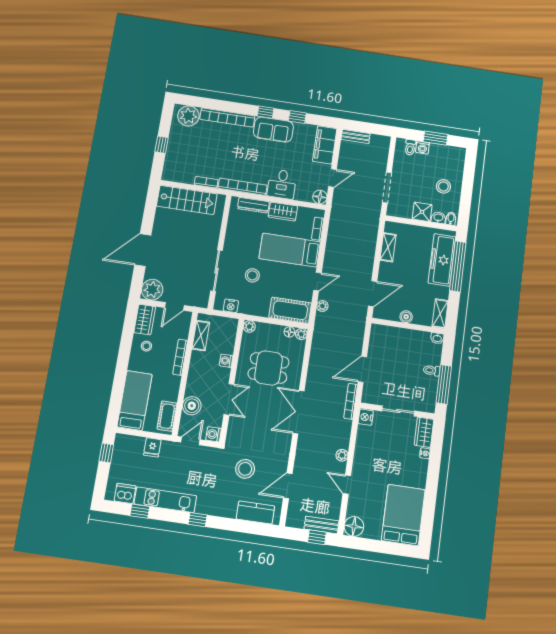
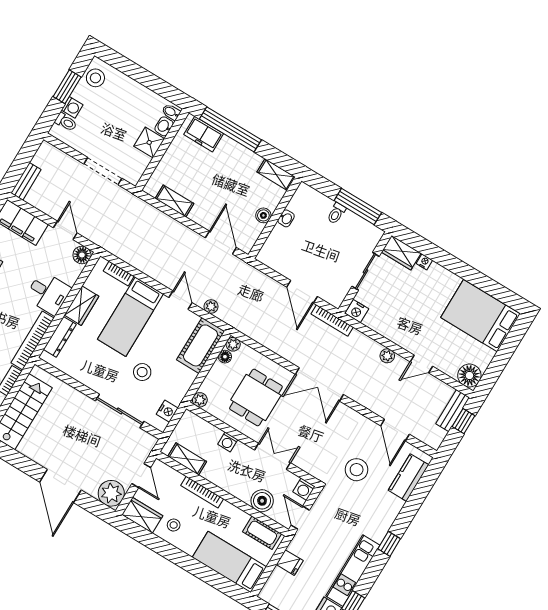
stool: (443, 186) -> (95, 78), moved
freezer: (442, 260) -> (204, 134), width x0.52, depth x0.79
washbasin: (437, 338) -> (286, 218), moved

